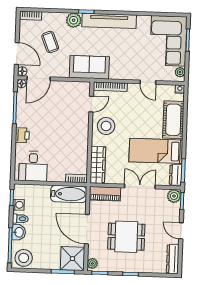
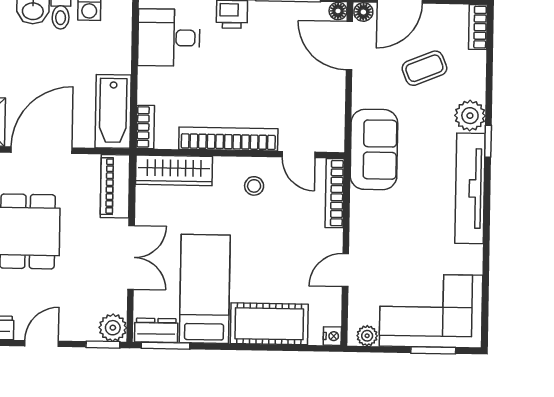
stool: (106, 126) -> (254, 186), width x0.53, depth x0.53
bookcase: (83, 138) -> (228, 139), added

